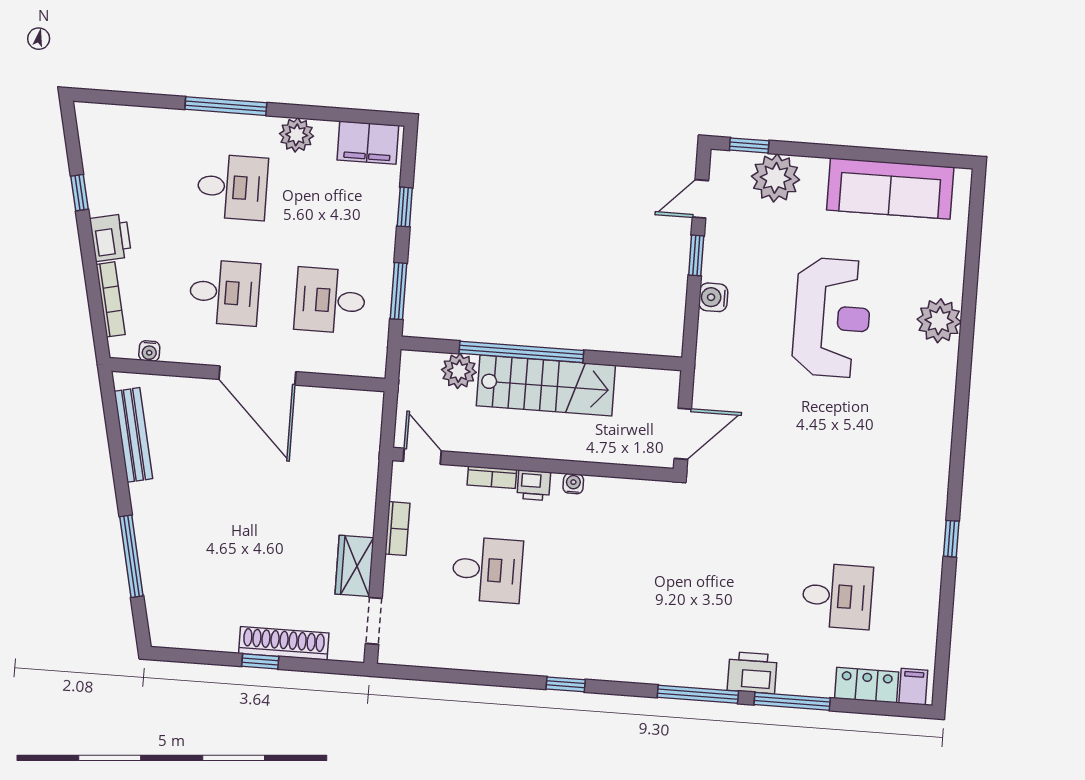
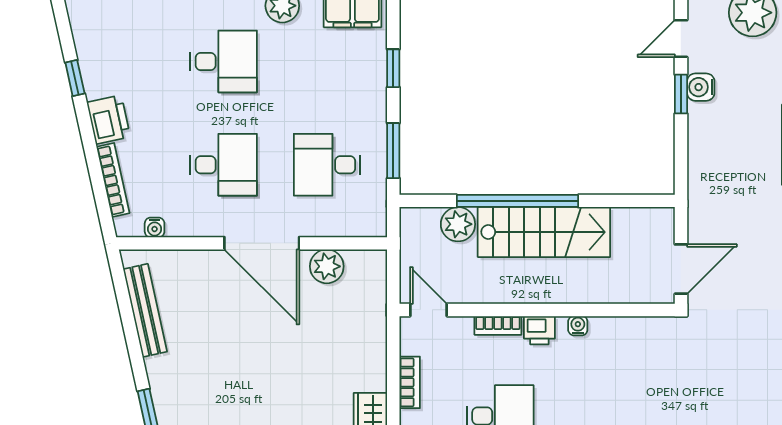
water cooler: (713, 297) -> (701, 87), moved
plant: (322, 404) -> (327, 266), added

